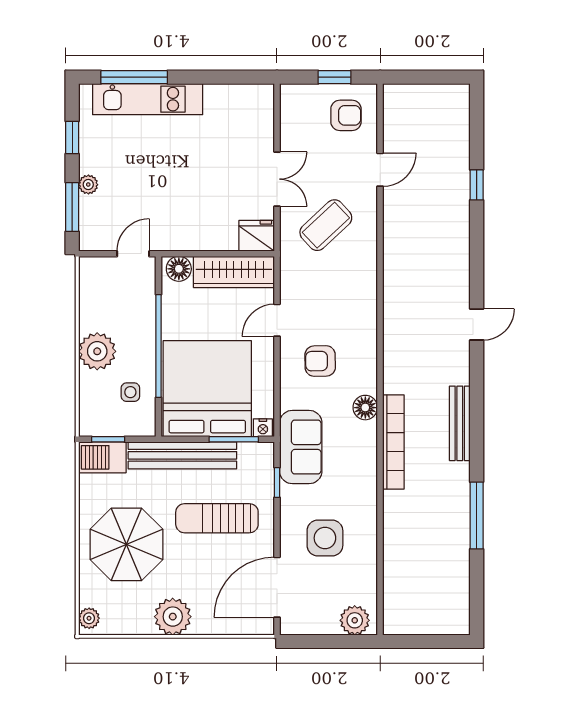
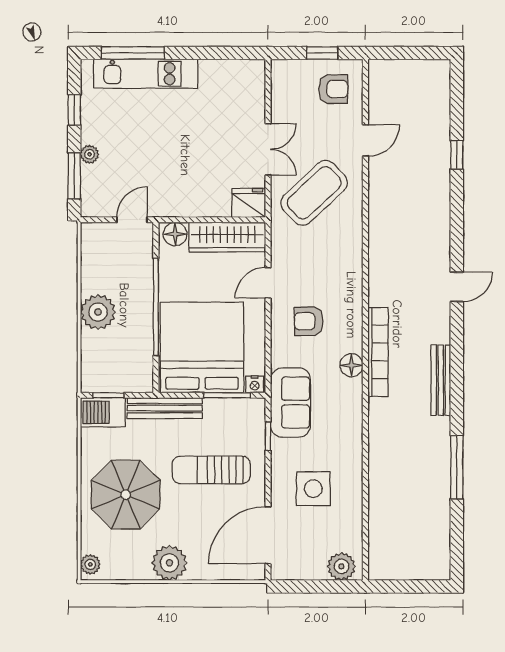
coffee table: (326, 225) -> (314, 193), width x1.36, depth x1.32
side table: (130, 392) -> (129, 351), removed
bookcase: (393, 442) -> (378, 352), moved
bench: (182, 455) -> (165, 408), width x0.73, depth x0.82

